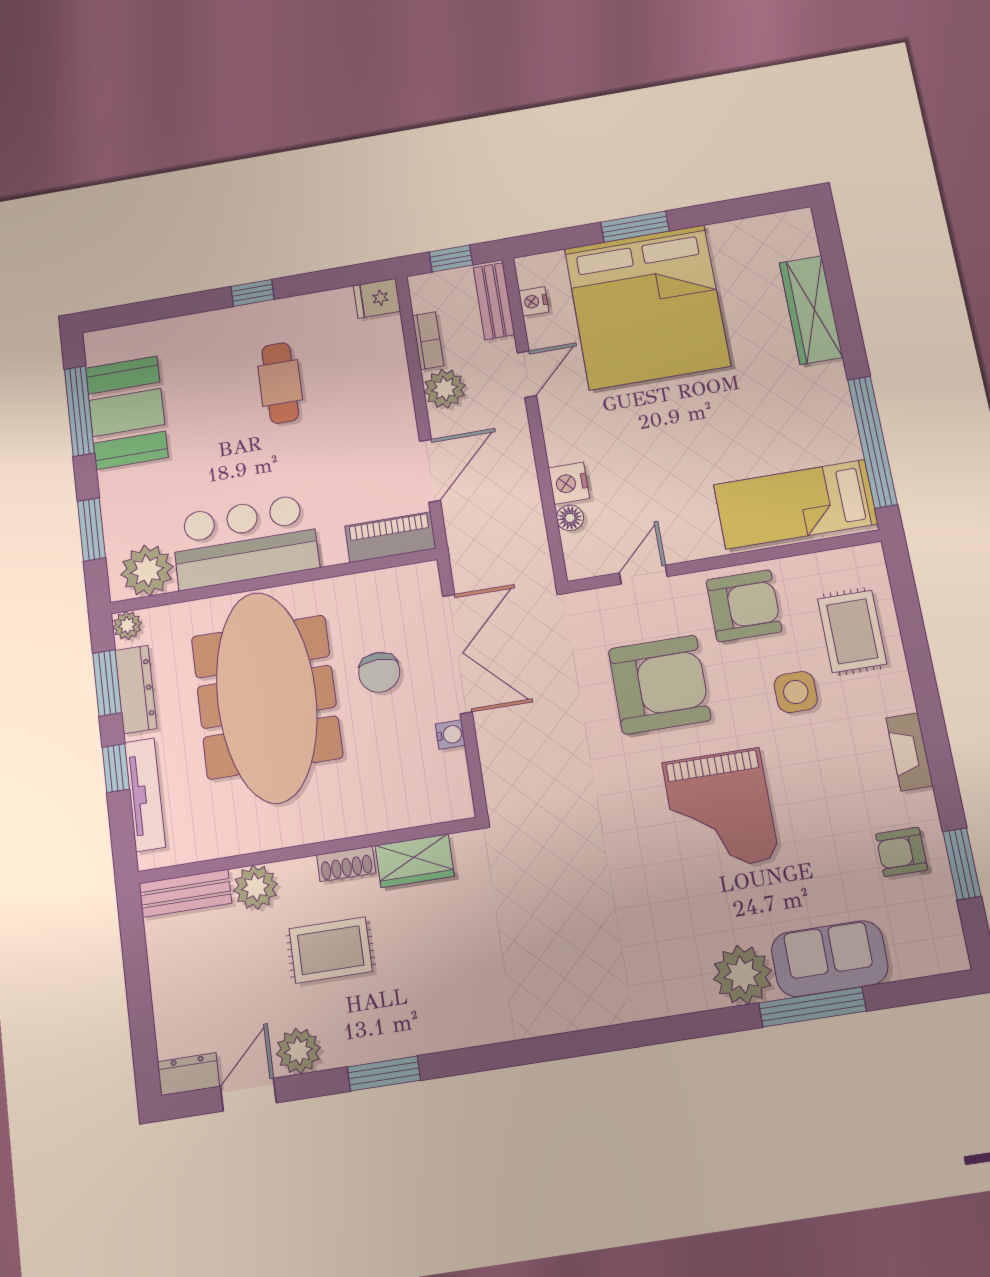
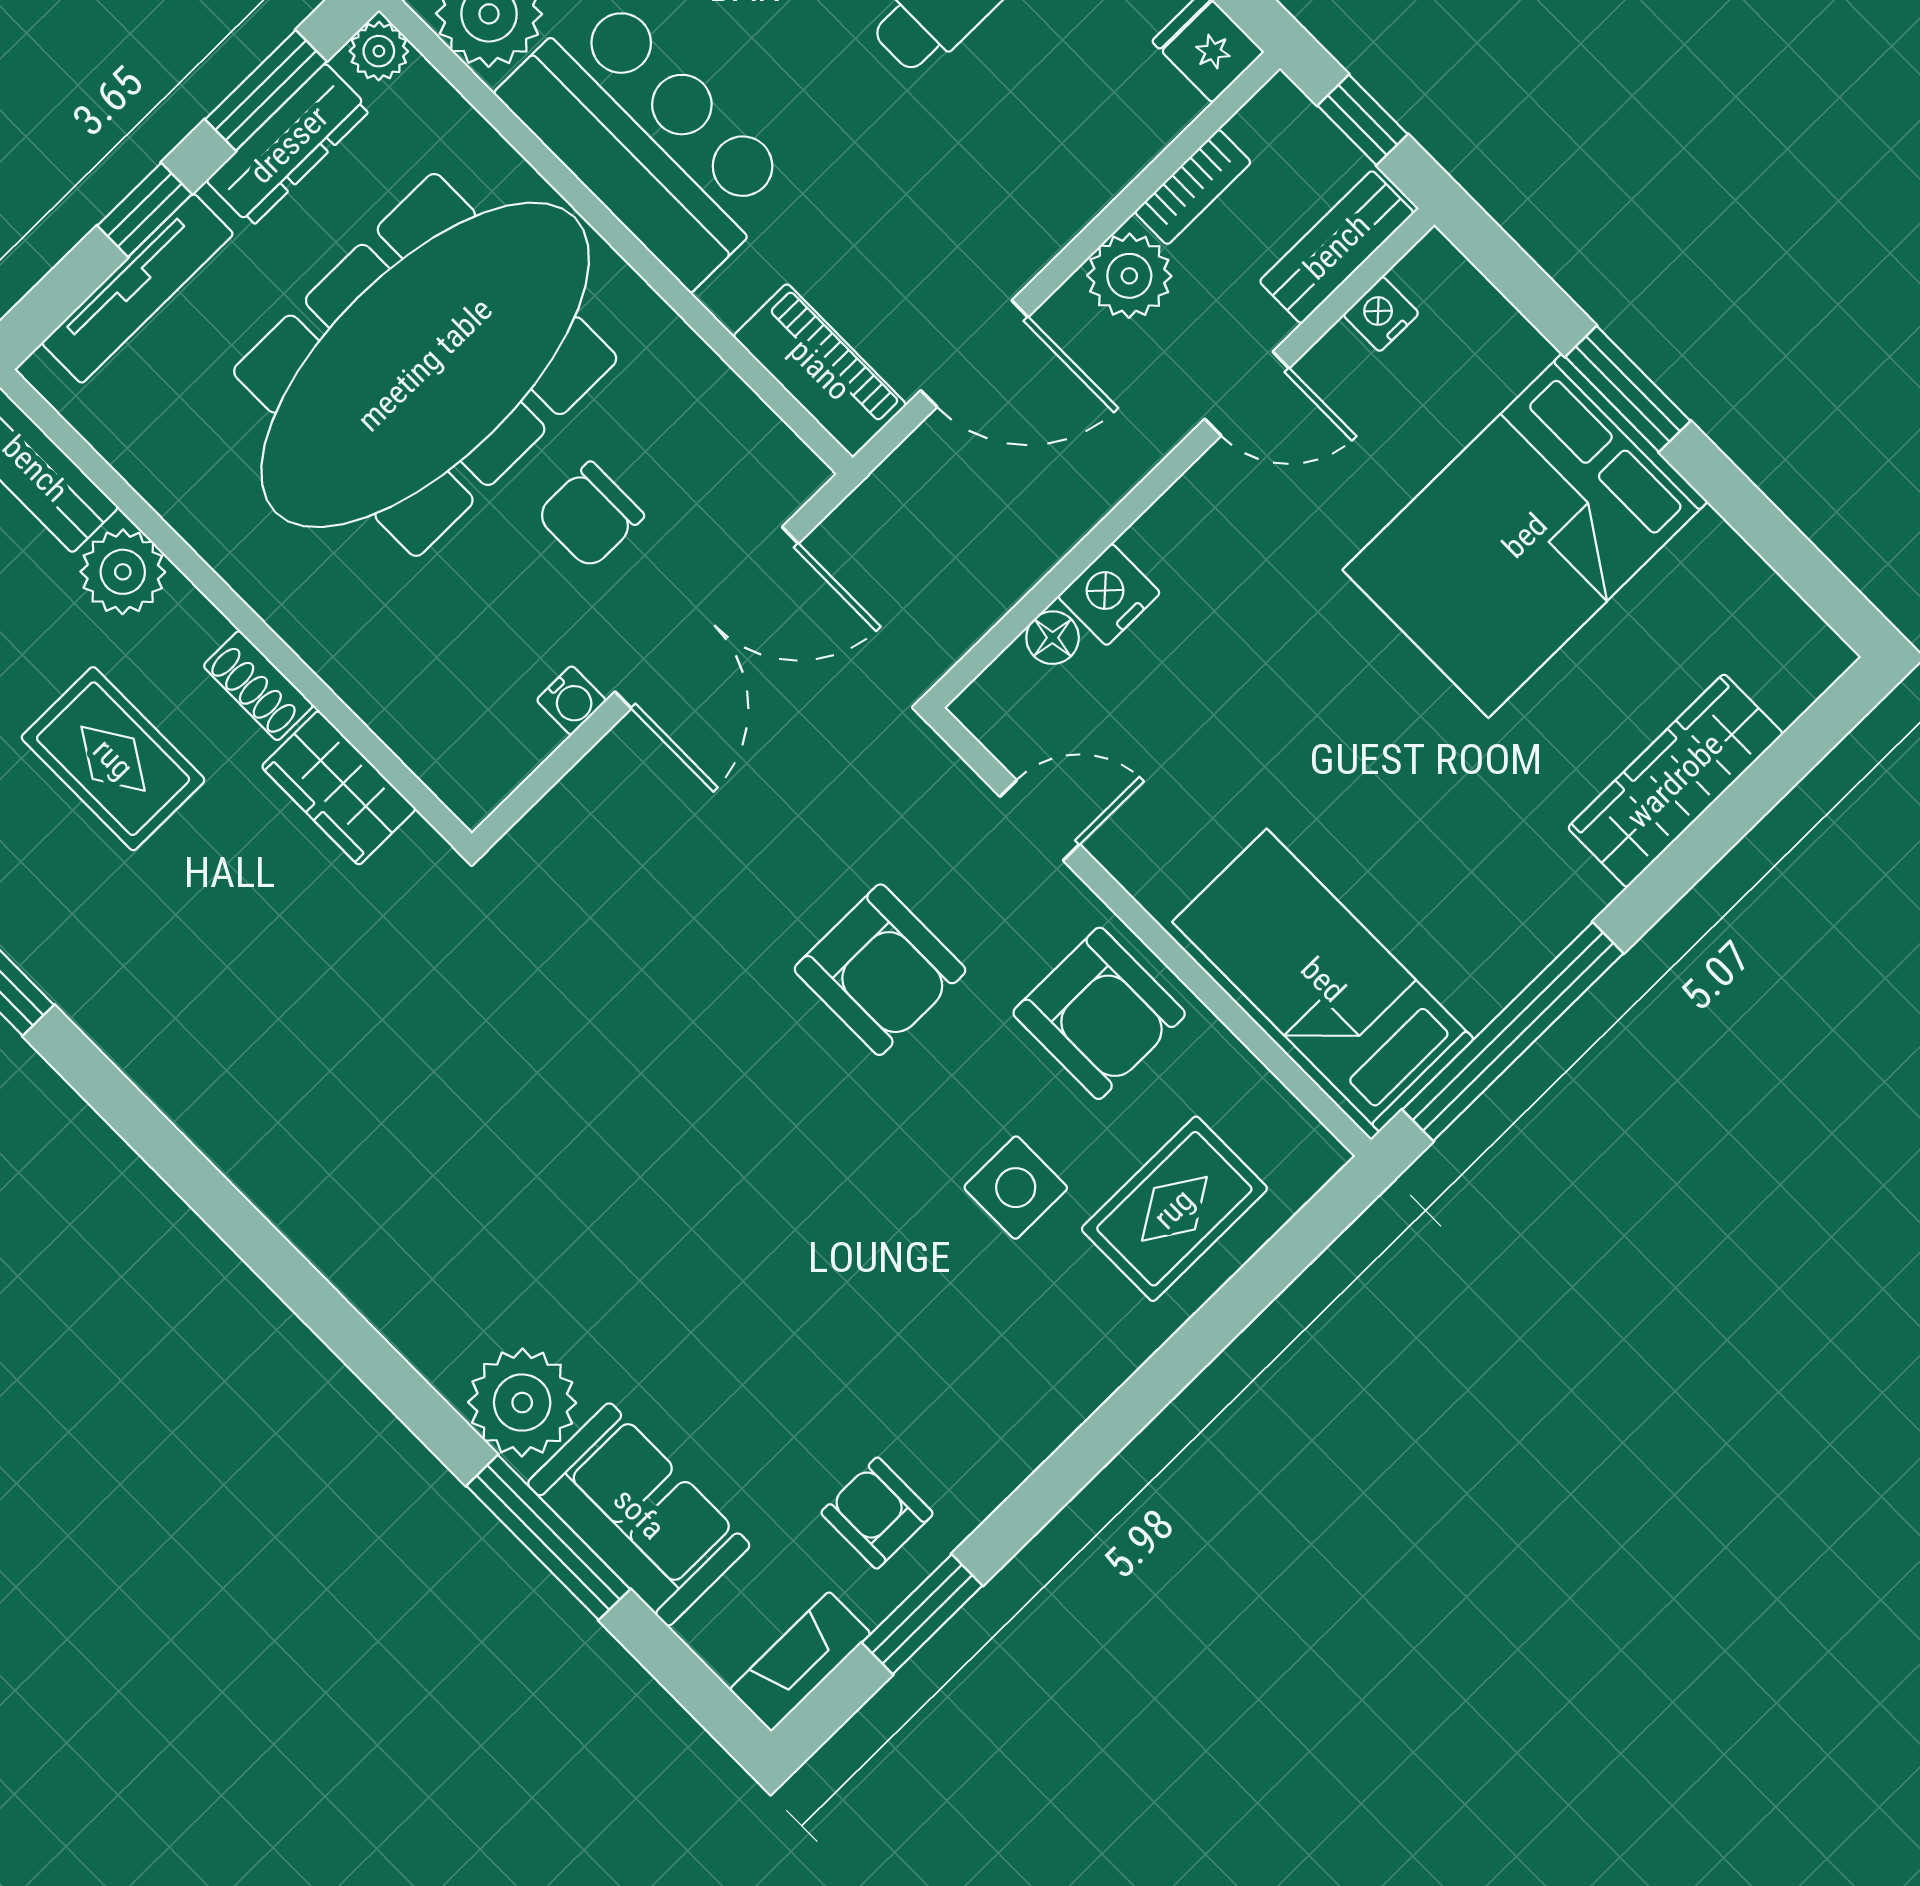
bed: (647, 307) -> (1525, 536), width x0.73
armchair: (659, 685) -> (880, 970), width x0.73, depth x0.73
fireplace: (909, 752) -> (800, 1661), moved
grand piano: (720, 810) -> (748, 1199), removed

